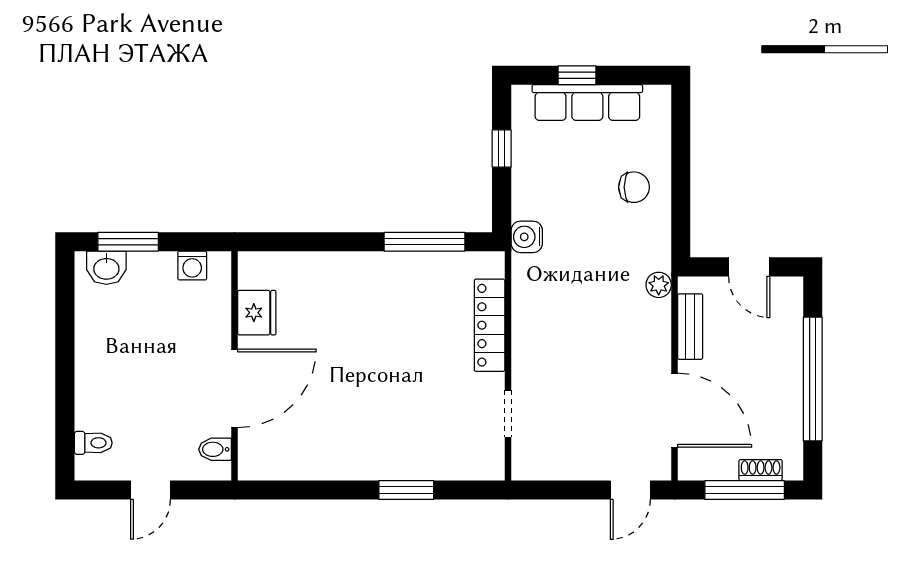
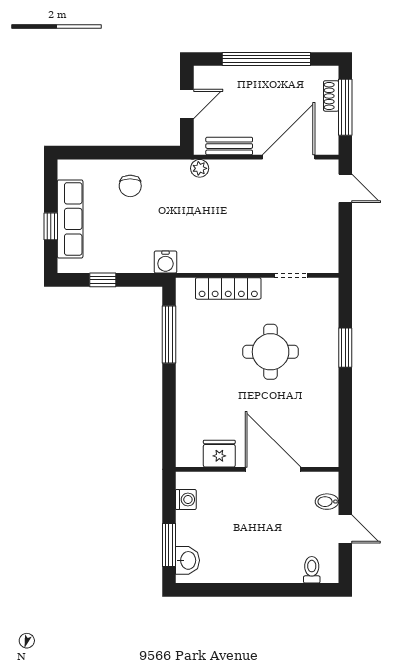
chair: (634, 187) -> (130, 186), turned 180
round table: (400, 385) -> (271, 352), added
bidet: (215, 449) -> (327, 502), moved, turned 90

